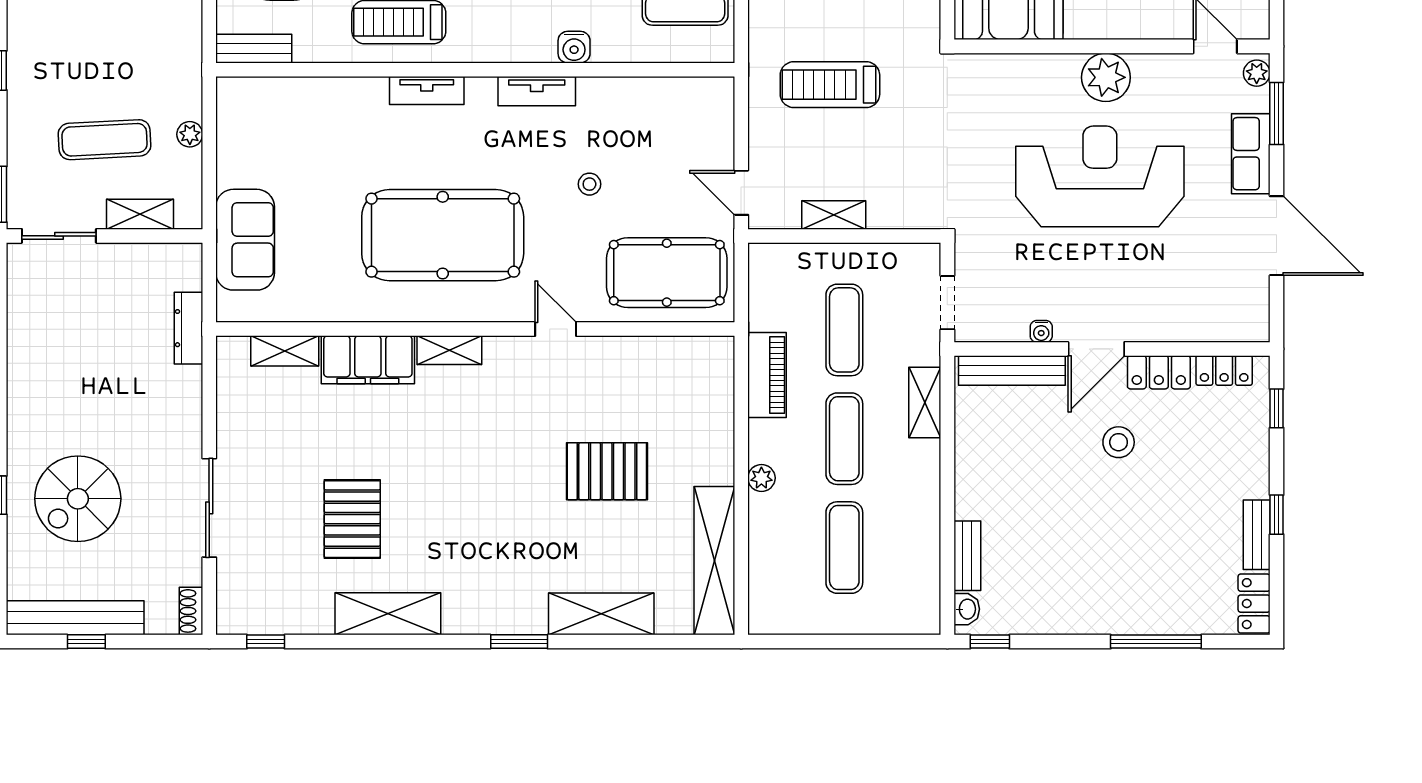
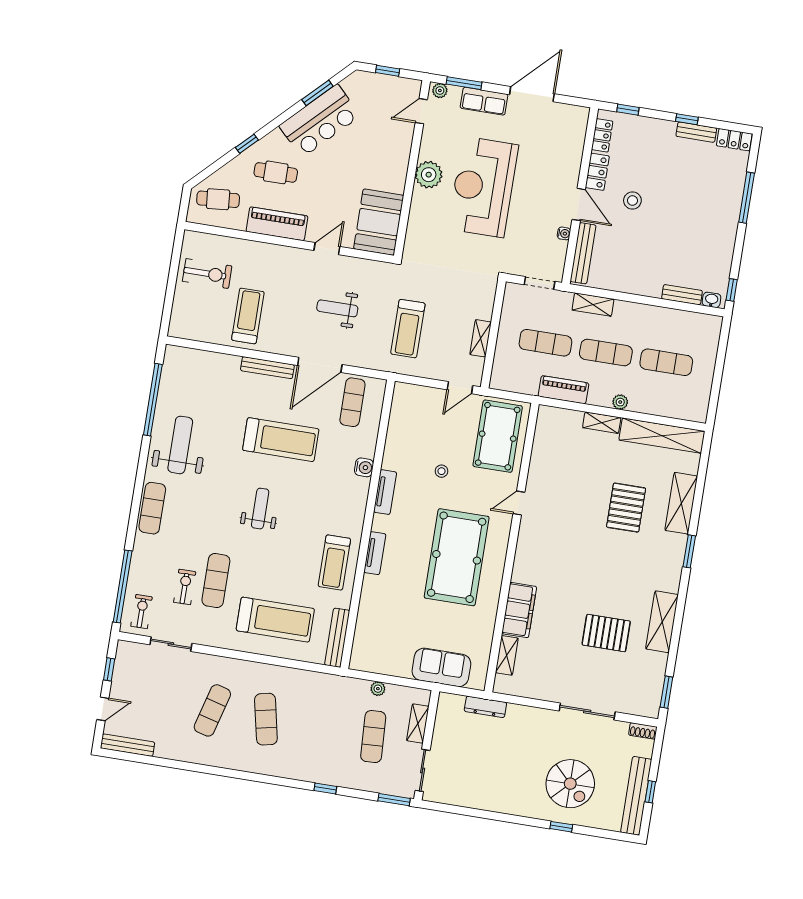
bench: (254, 49) -> (337, 638), width x1.36
shelving: (449, 350) -> (602, 423), moved, turned 90
pallet: (607, 471) -> (626, 508), moved
window: (266, 642) -> (666, 692), width x1.50

